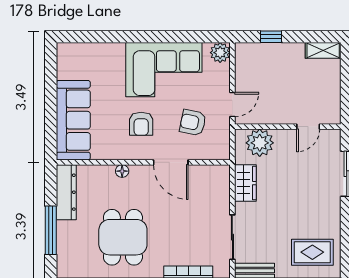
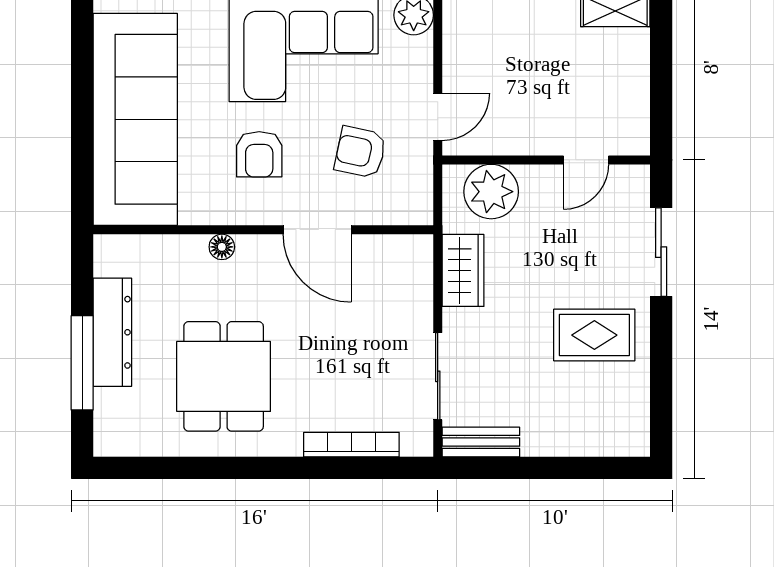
sofa: (73, 120) -> (135, 119), width x1.36, depth x1.27
dresser: (66, 192) -> (112, 332), moved
rug: (312, 252) -> (594, 335), moved

